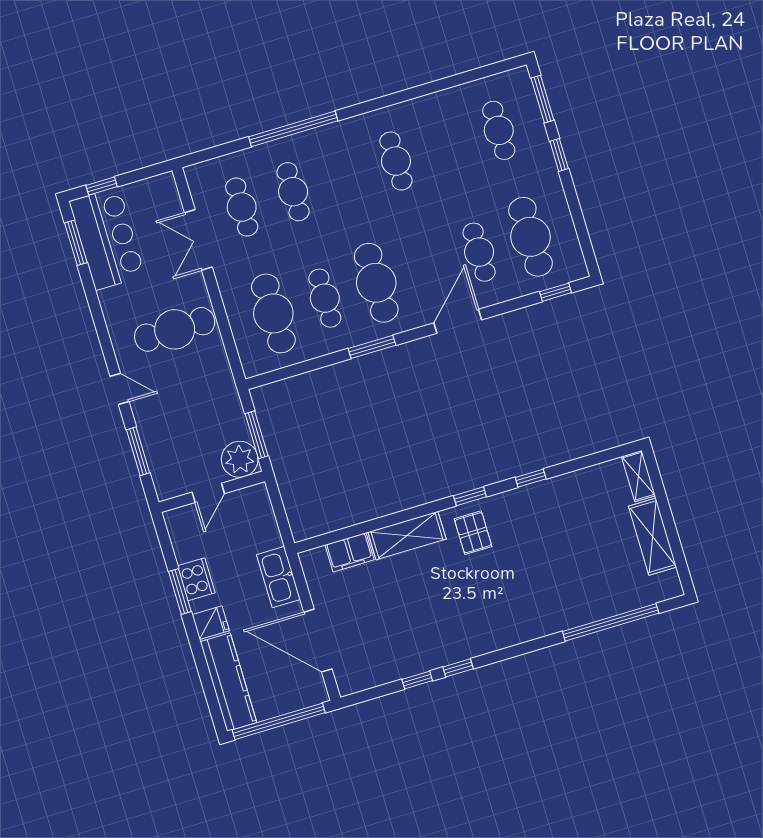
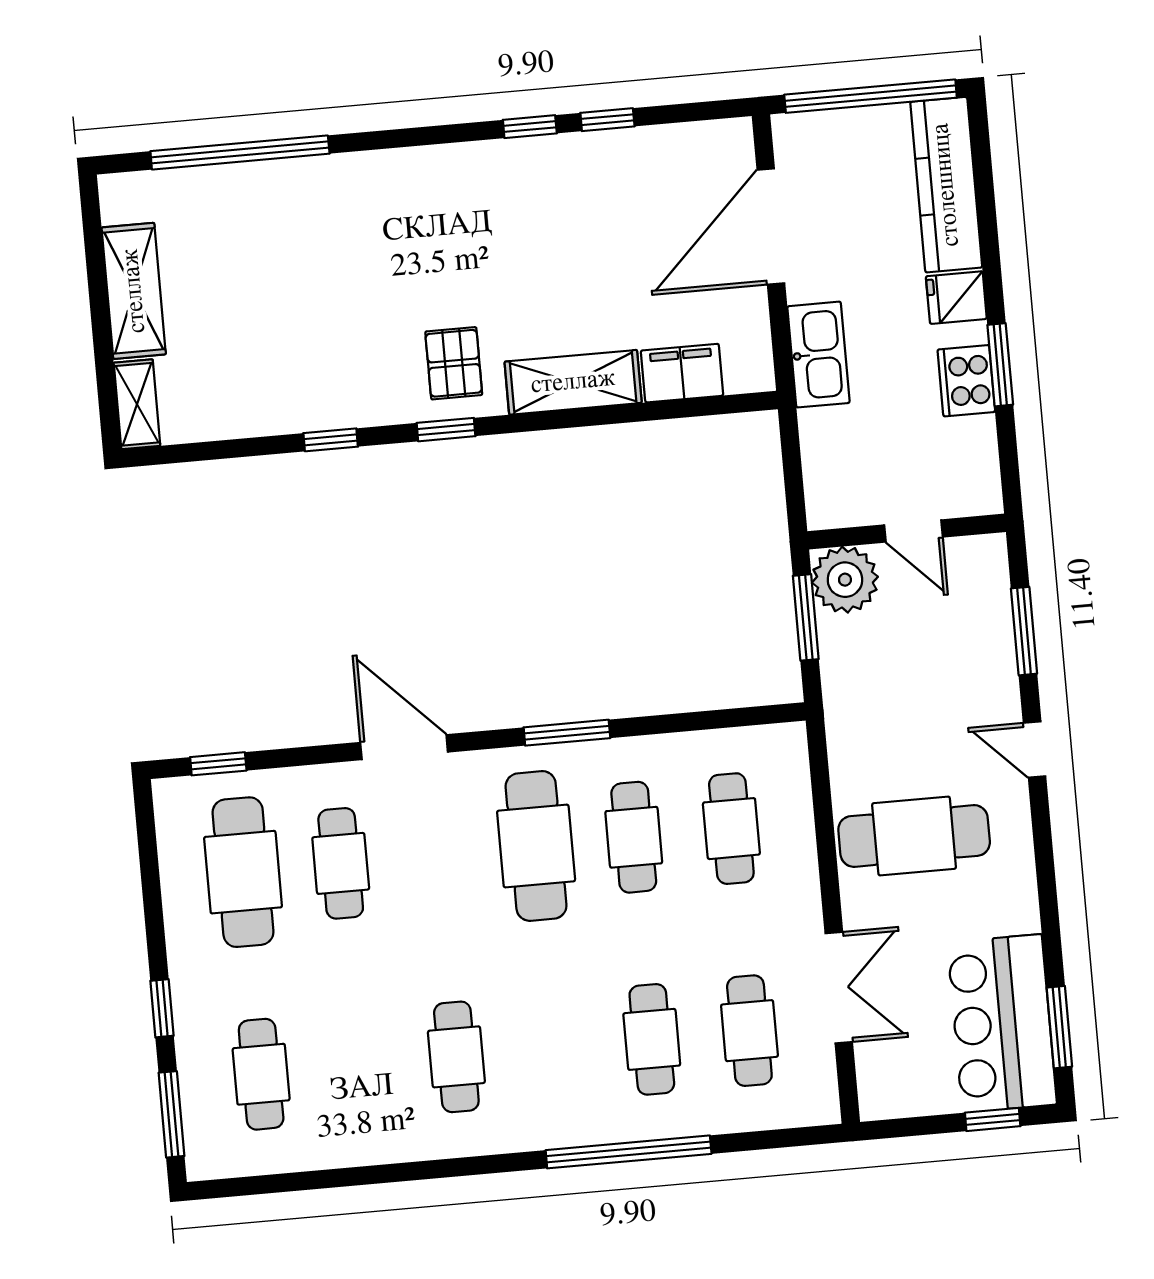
cafe table: (273, 313) -> (731, 829), width x0.73, depth x0.74
door: (458, 321) -> (404, 747), swing flipped
door: (208, 493) -> (913, 531), swing flipped
door: (318, 641) -> (771, 226), swing flipped

